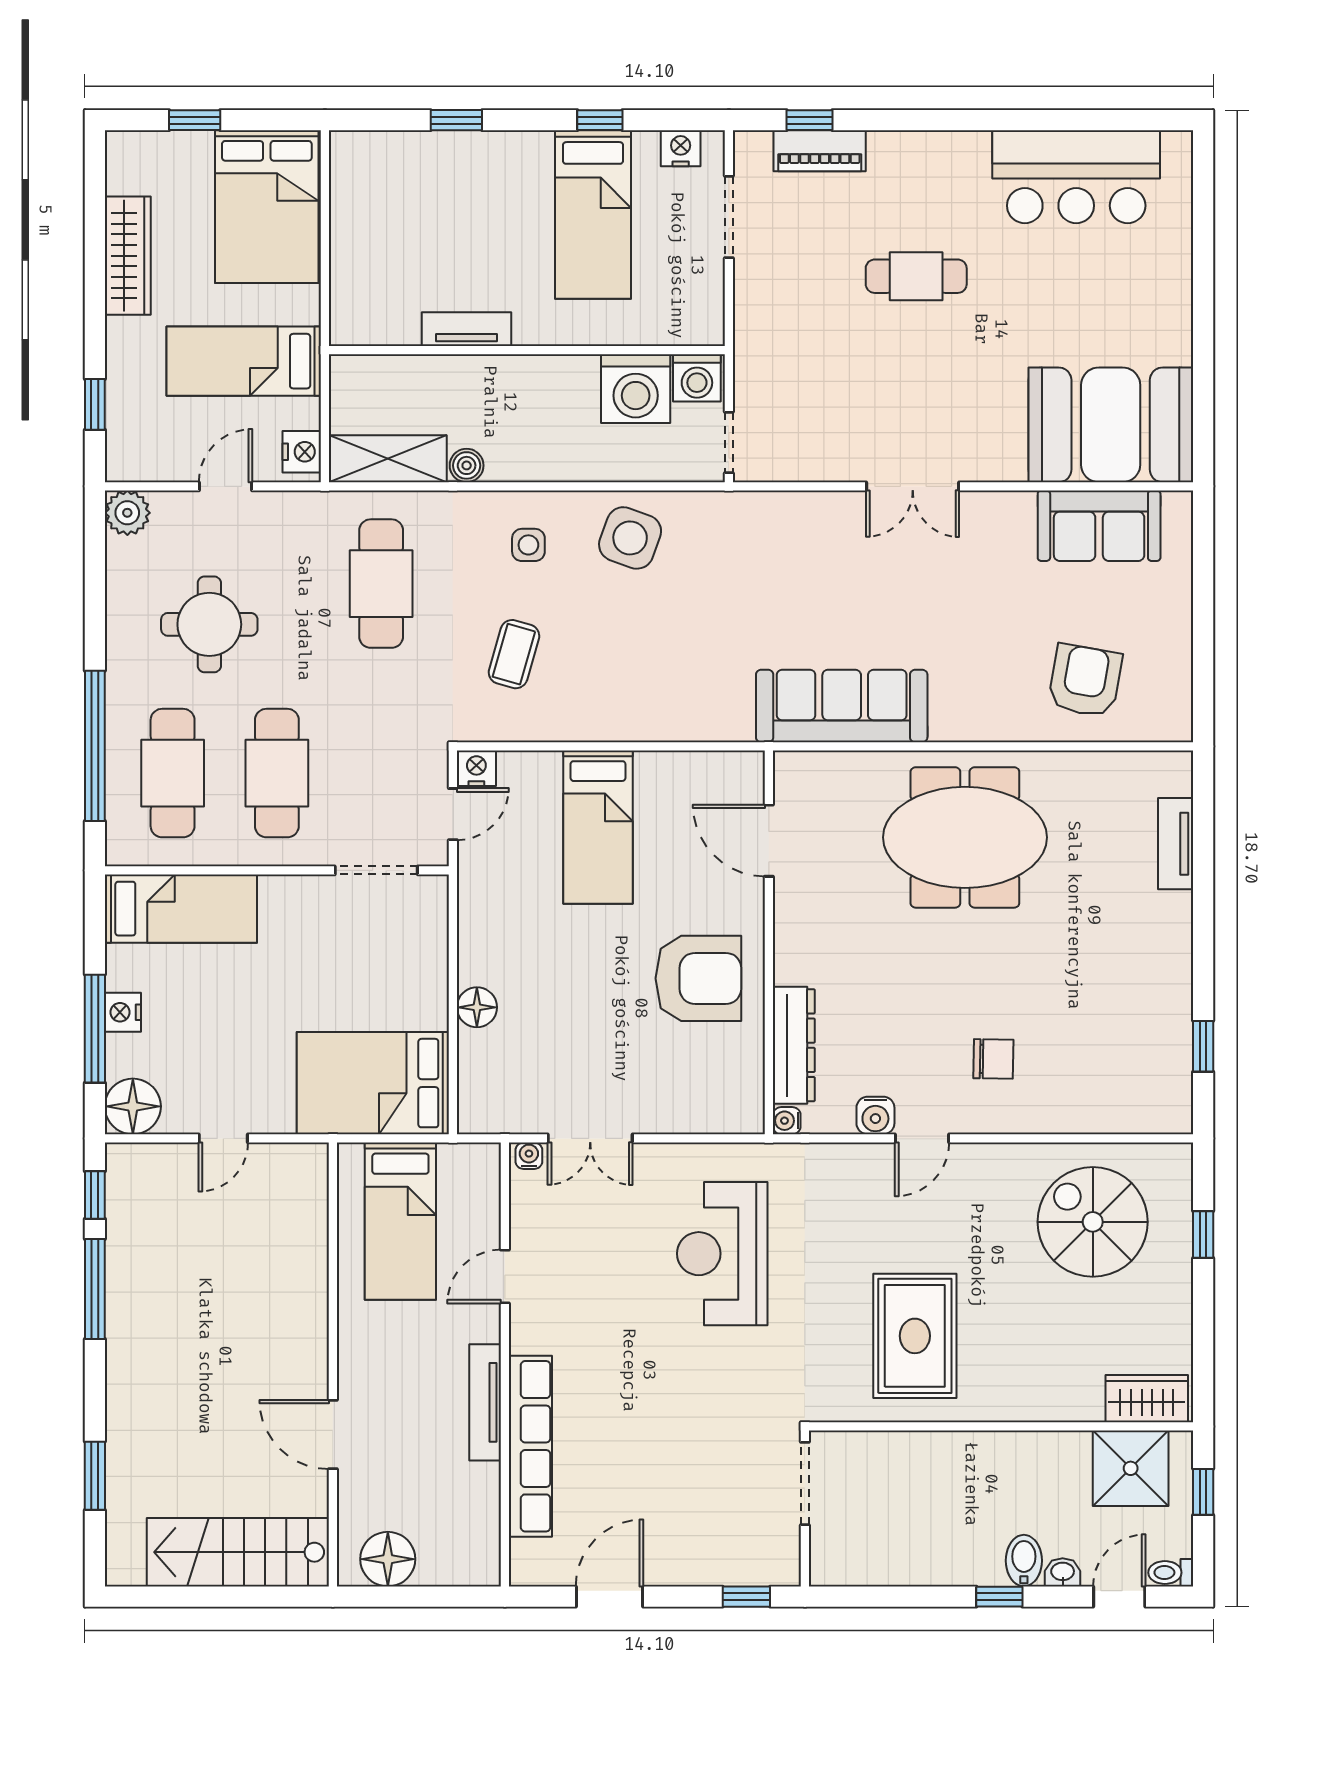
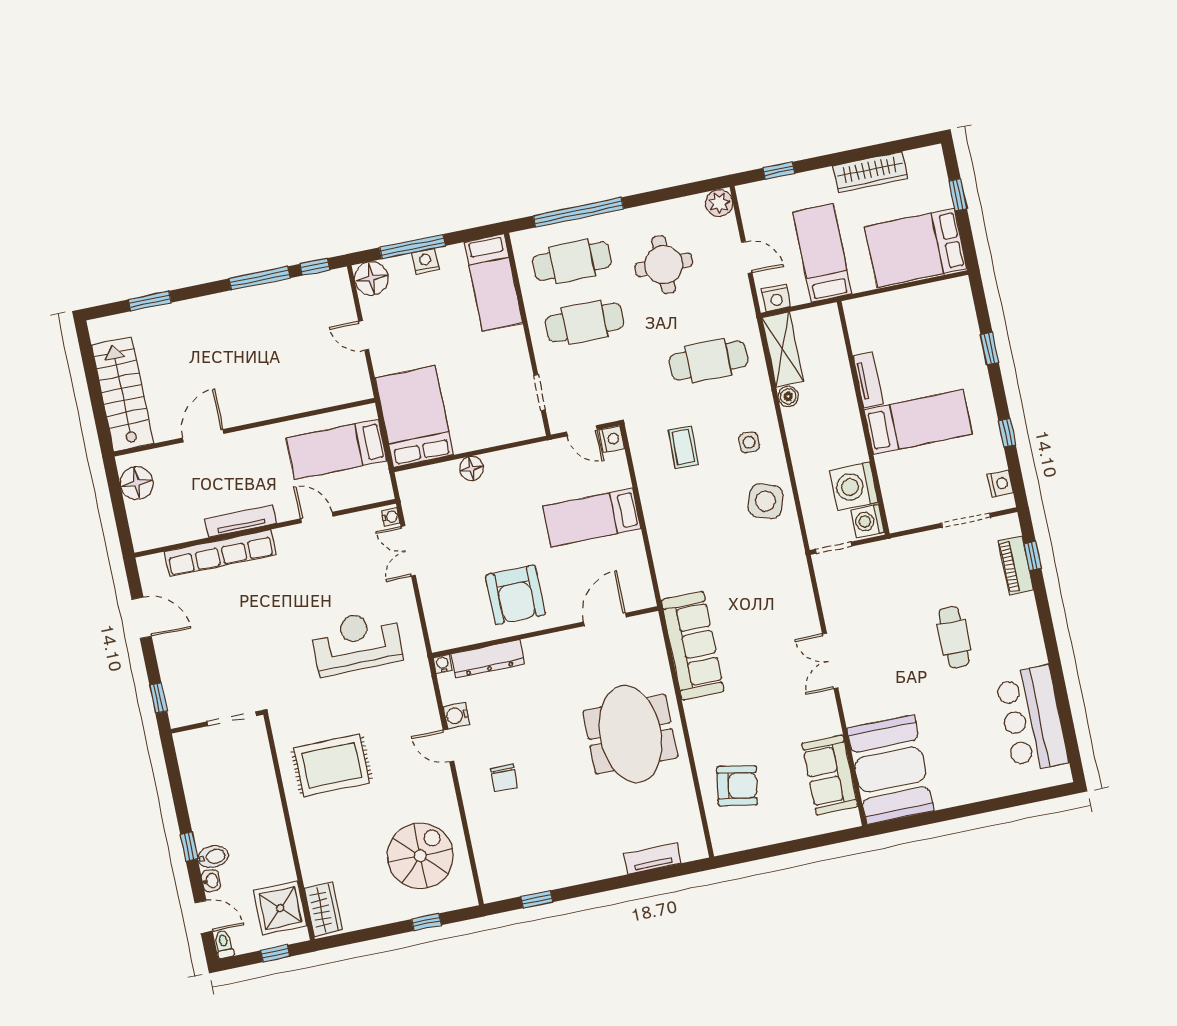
bed: (593, 214) -> (918, 422), moved, turned 180
coffee table: (514, 654) -> (683, 447), turned 76
doorway: (376, 870) -> (540, 393), width x0.73

